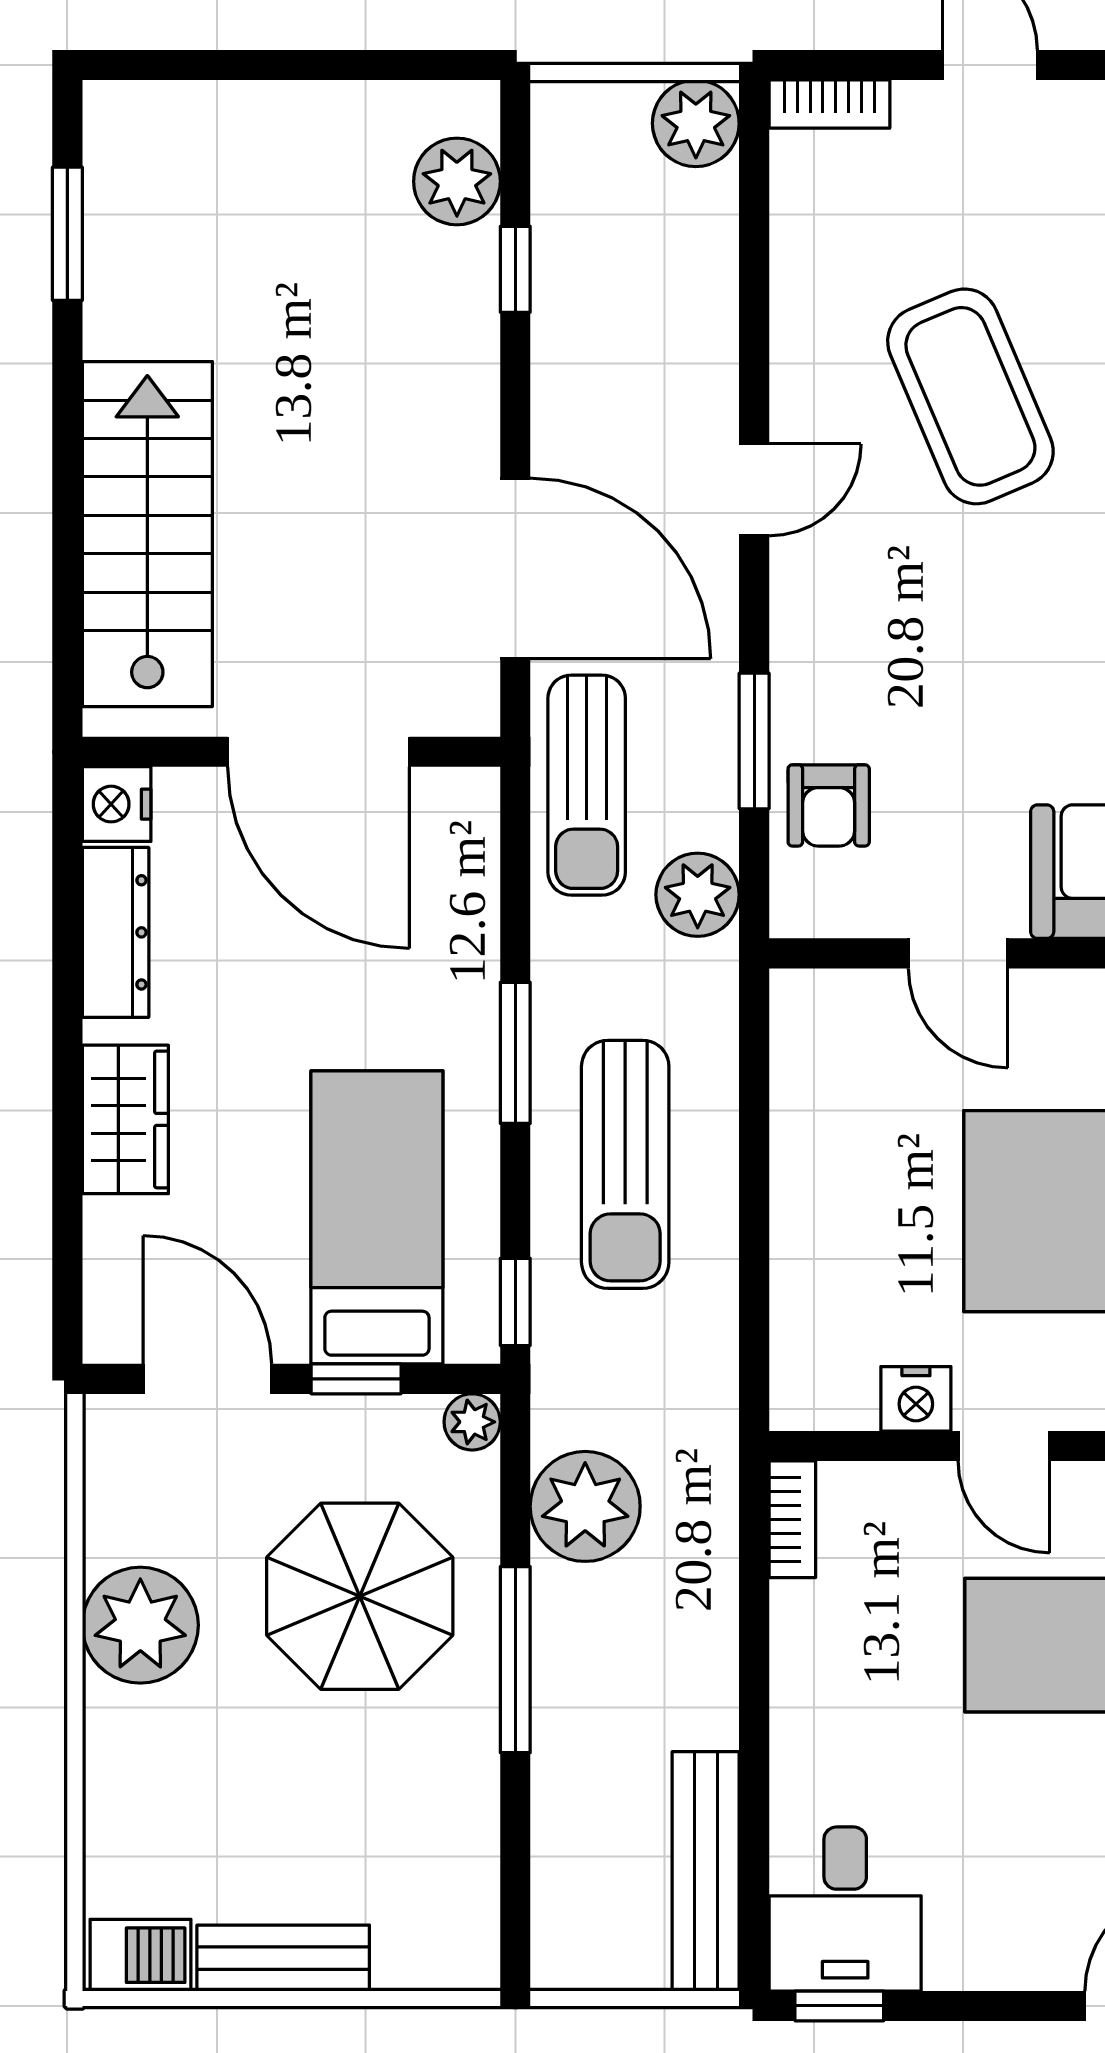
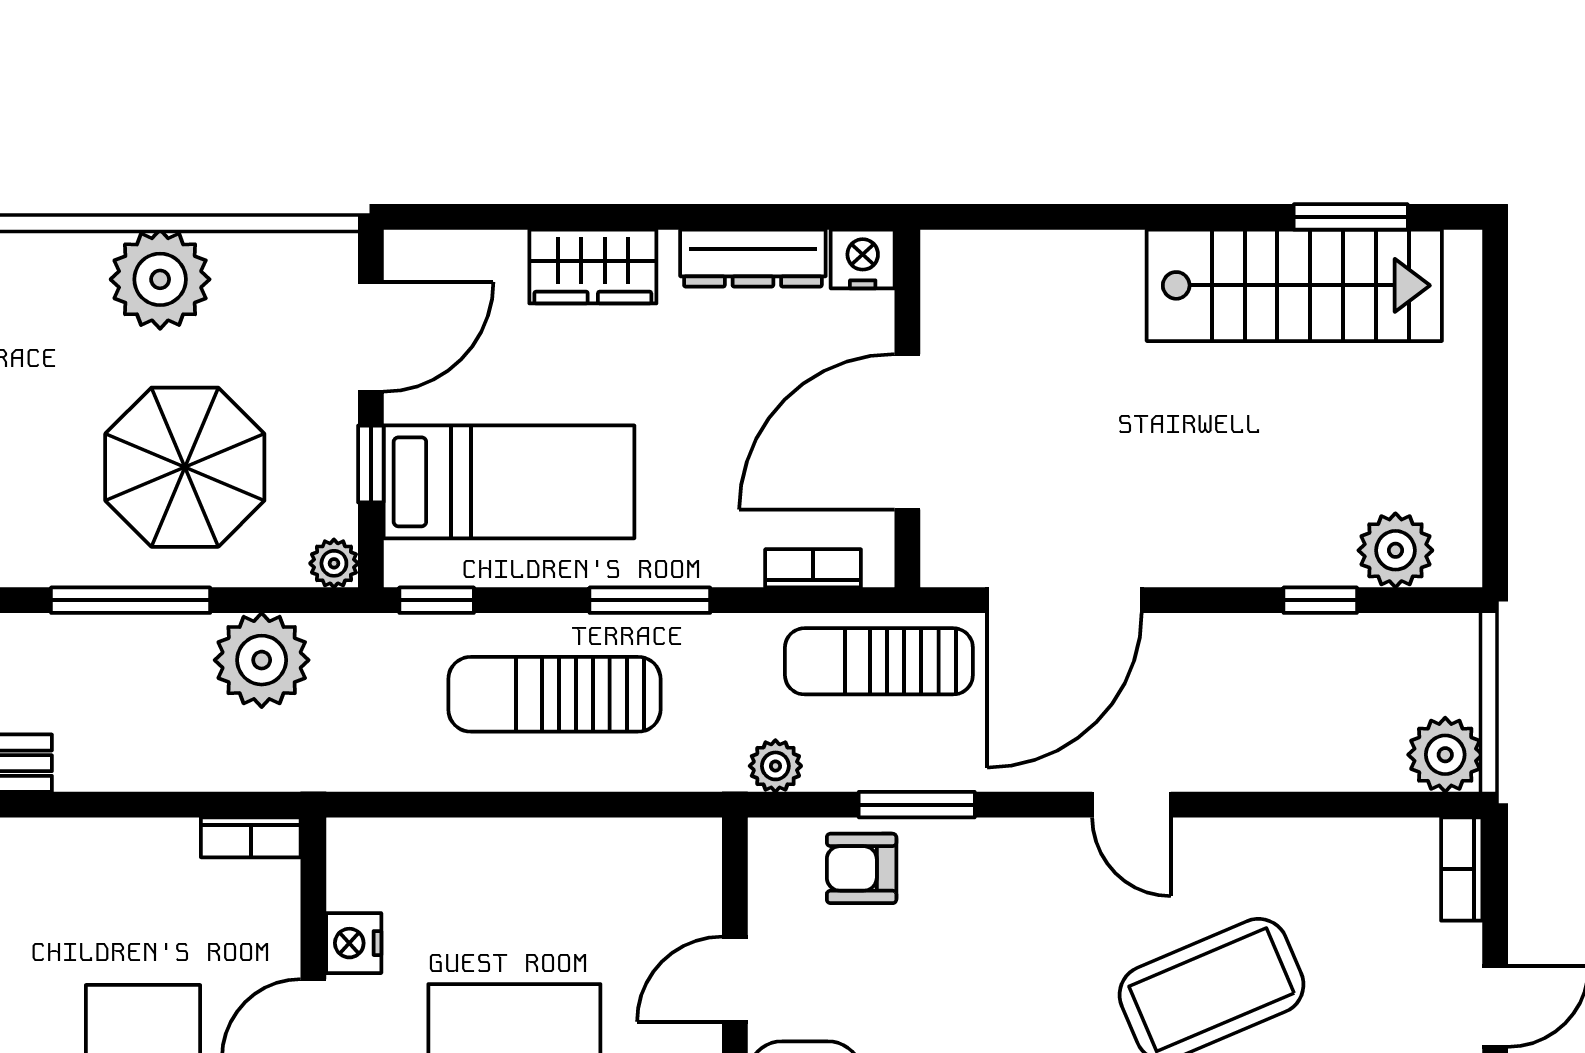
stairs: (147, 534) -> (1294, 285), moved
bookcase: (478, 862) -> (813, 568), added
plant: (698, 895) -> (775, 766), width x0.73, depth x0.73

